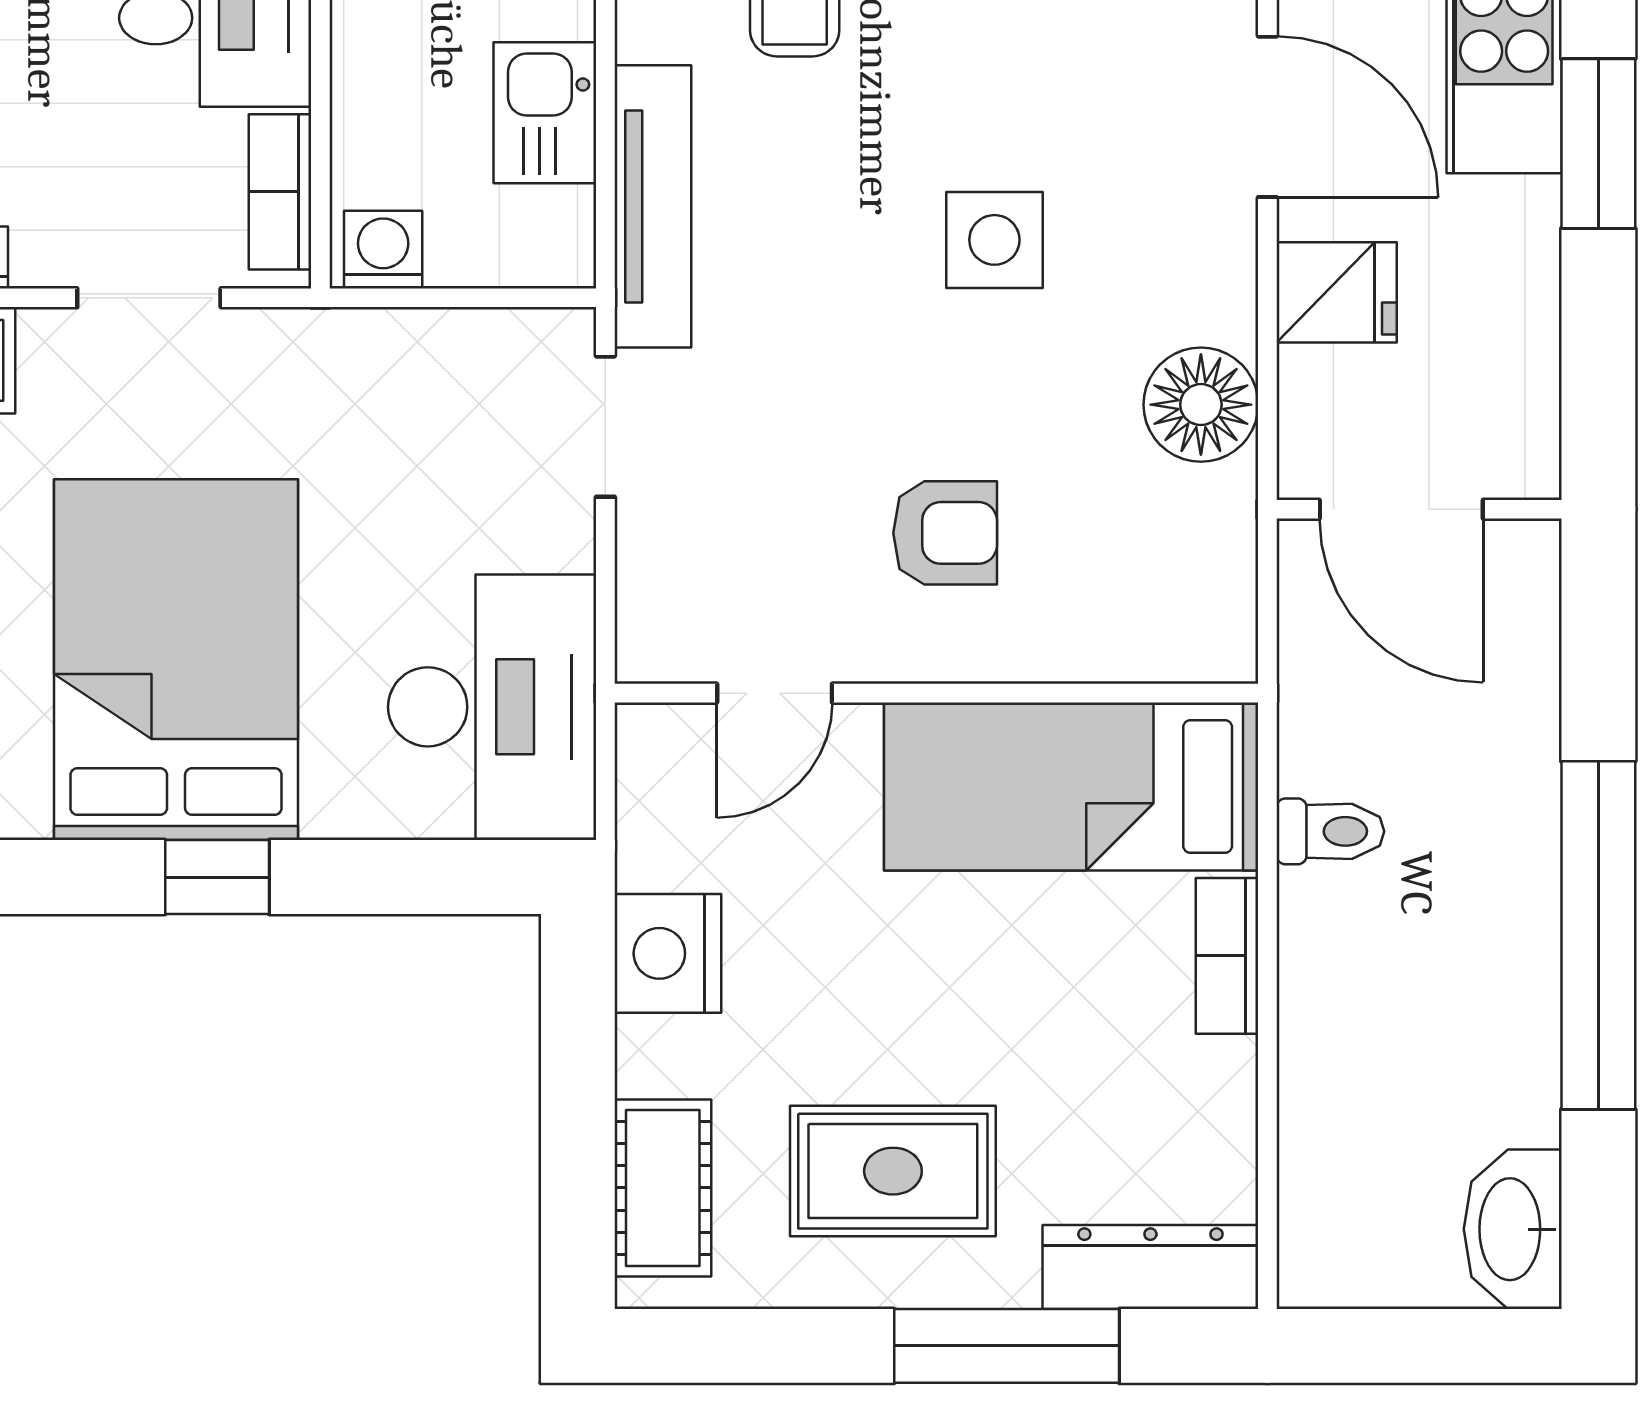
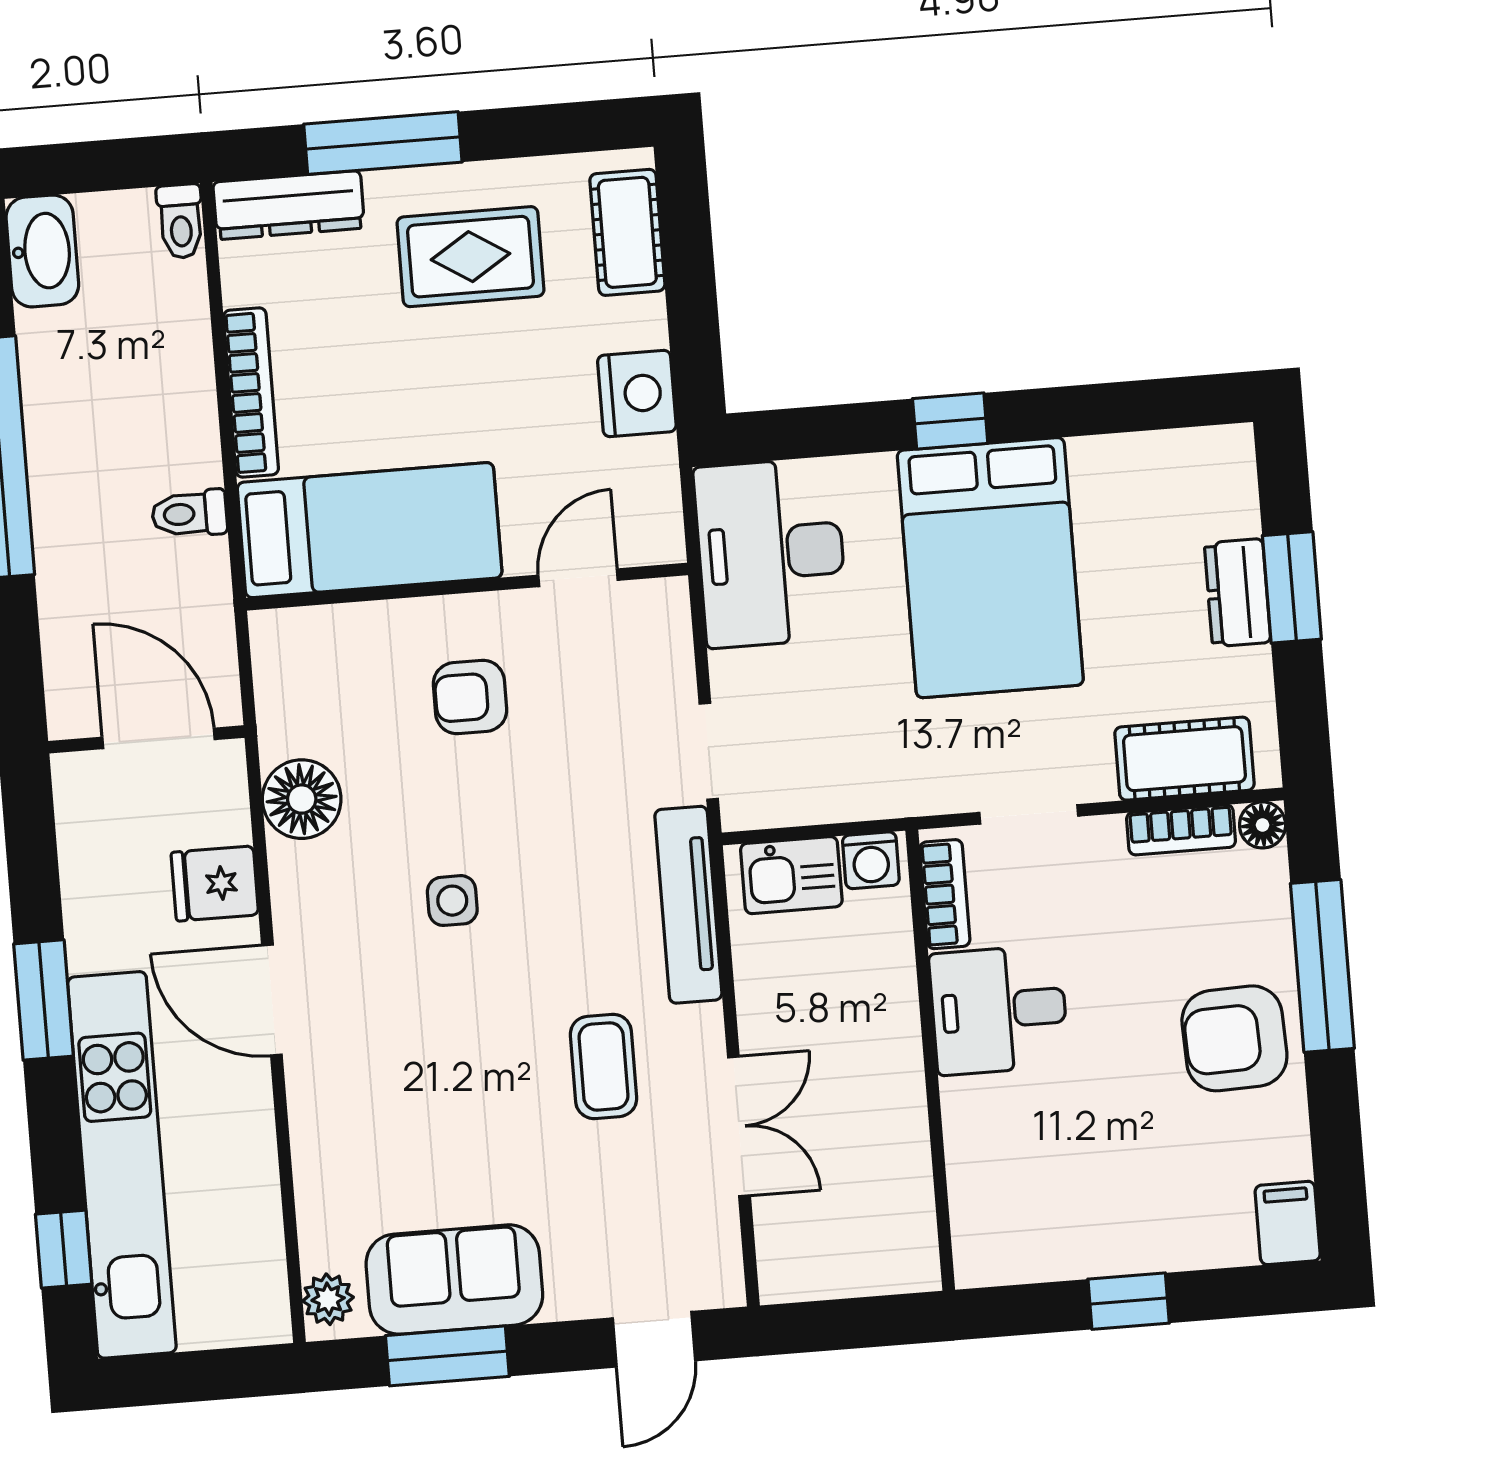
kitchen sink: (545, 113) -> (791, 875), moved, turned 90
side table: (994, 240) -> (452, 901), width x0.73, depth x0.73
bookcase: (1227, 956) -> (251, 393), width x1.56
toilet: (1309, 1256) -> (181, 221), added

